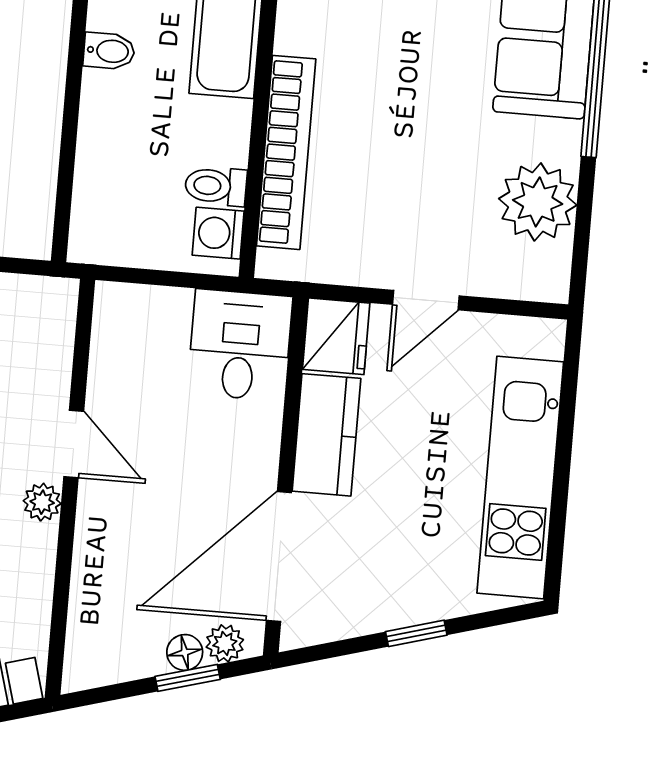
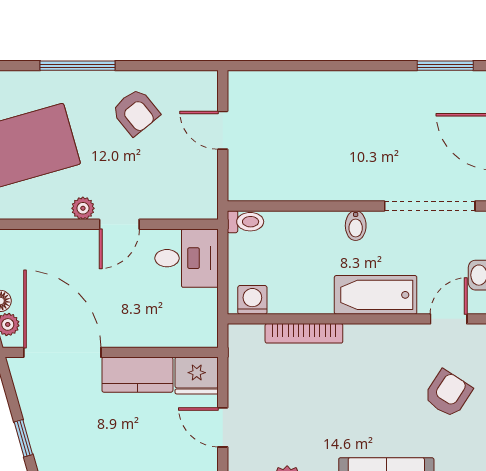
bookcase: (286, 152) -> (304, 333), width x0.68, depth x0.76
toilet: (216, 186) -> (246, 222), moved, turned 90
desk: (240, 345) -> (187, 258), moved

